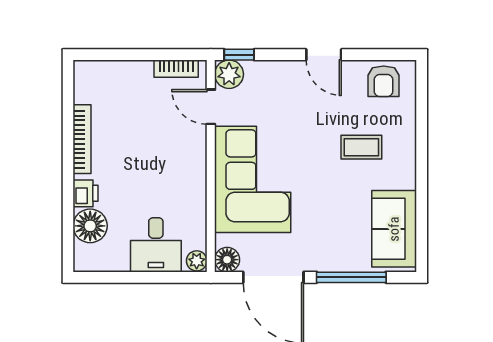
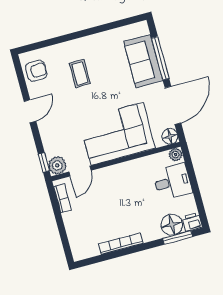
printer: (86, 193) -> (192, 222), moved
sofa: (394, 229) -> (143, 61), moved, turned 90
window: (68, 230) -> (178, 238), added

